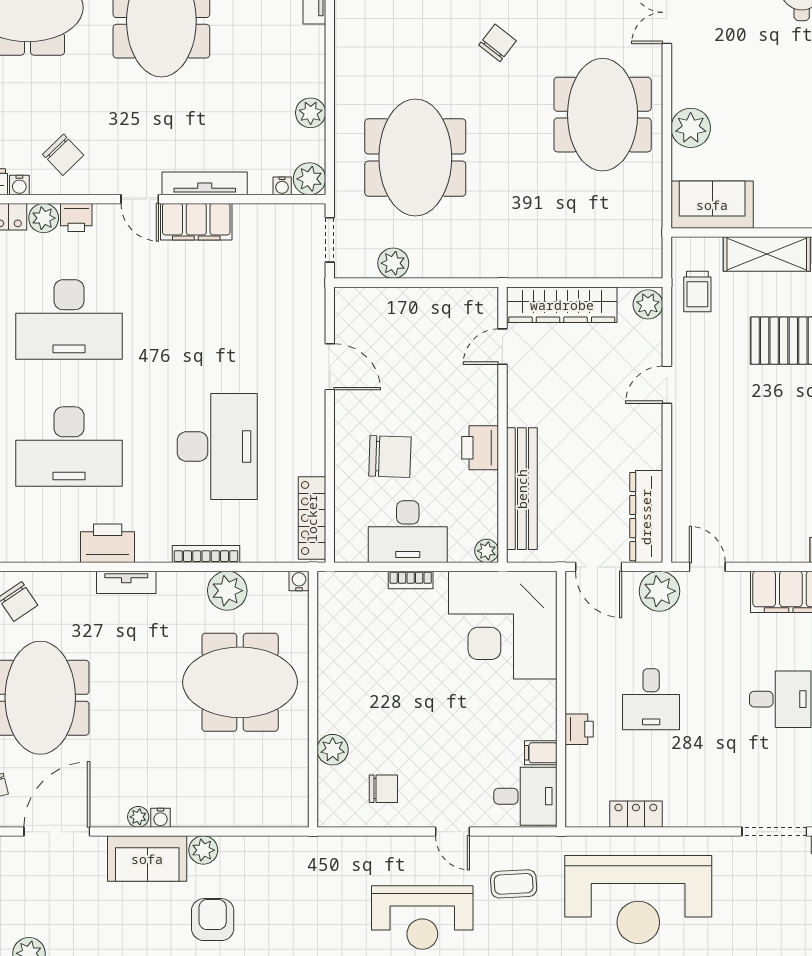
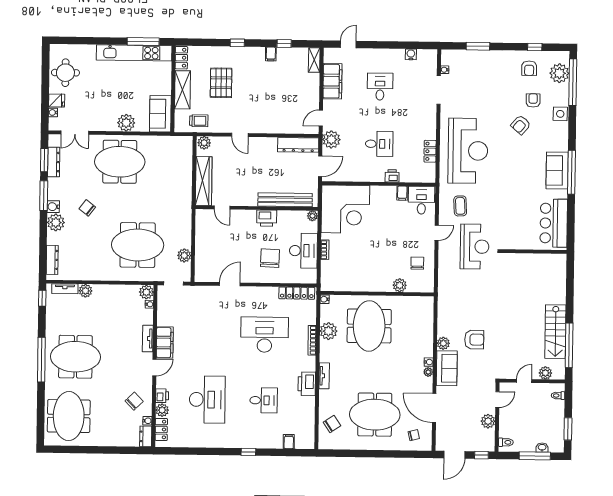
plant: (311, 113) -> (85, 291), moved
tv unit: (205, 183) -> (148, 339), width x0.71
desk: (69, 447) -> (264, 400), width x0.53, depth x0.77
armchair: (213, 920) -> (474, 340), turned 180

